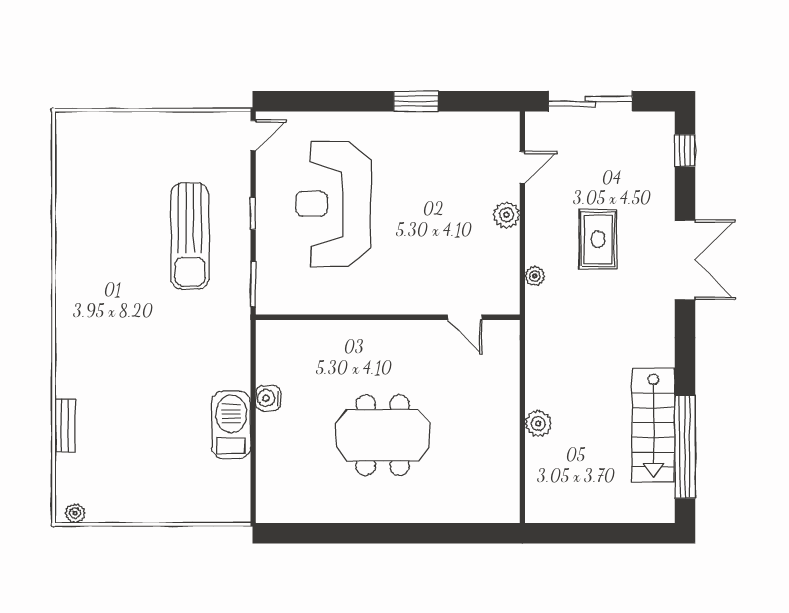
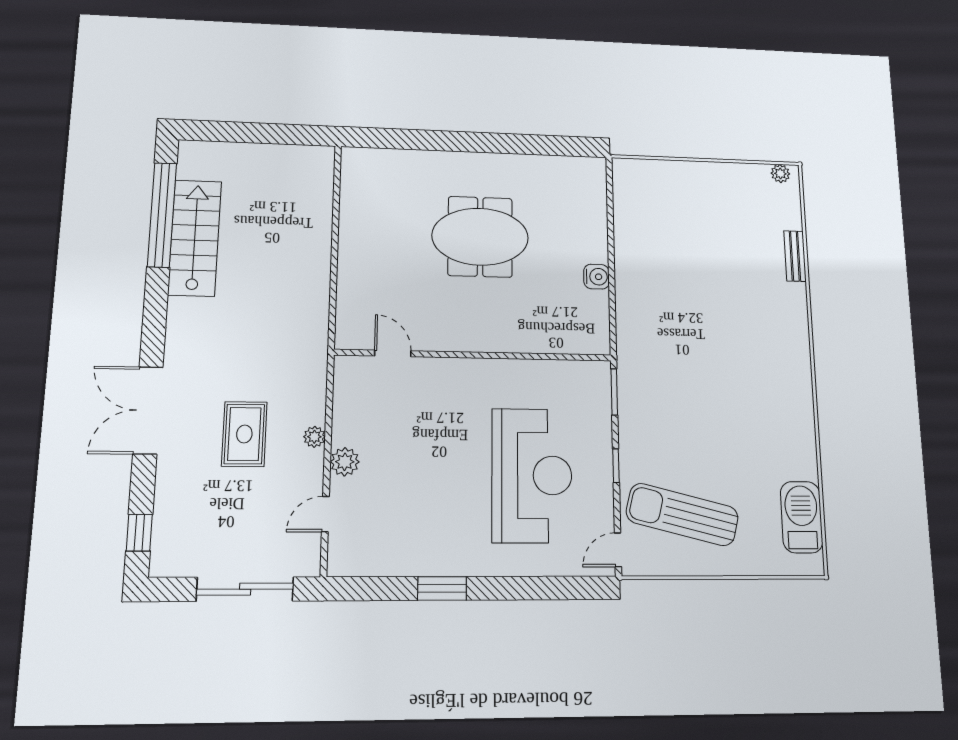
sun lounger: (190, 236) -> (682, 515), moved, turned -76
plant: (535, 276) -> (314, 437), moved
plant: (538, 423) -> (318, 243), removed
barbecue: (231, 425) -> (802, 517), moved, turned 180

